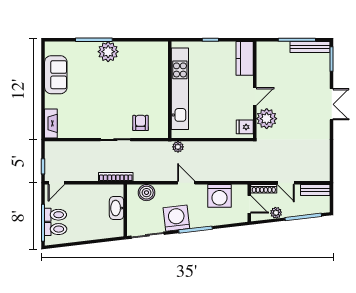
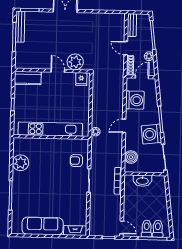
plant: (108, 52) -> (21, 163), moved
sofa: (56, 75) -> (43, 226), width x1.36
door: (286, 183) -> (126, 48), swing flipped

